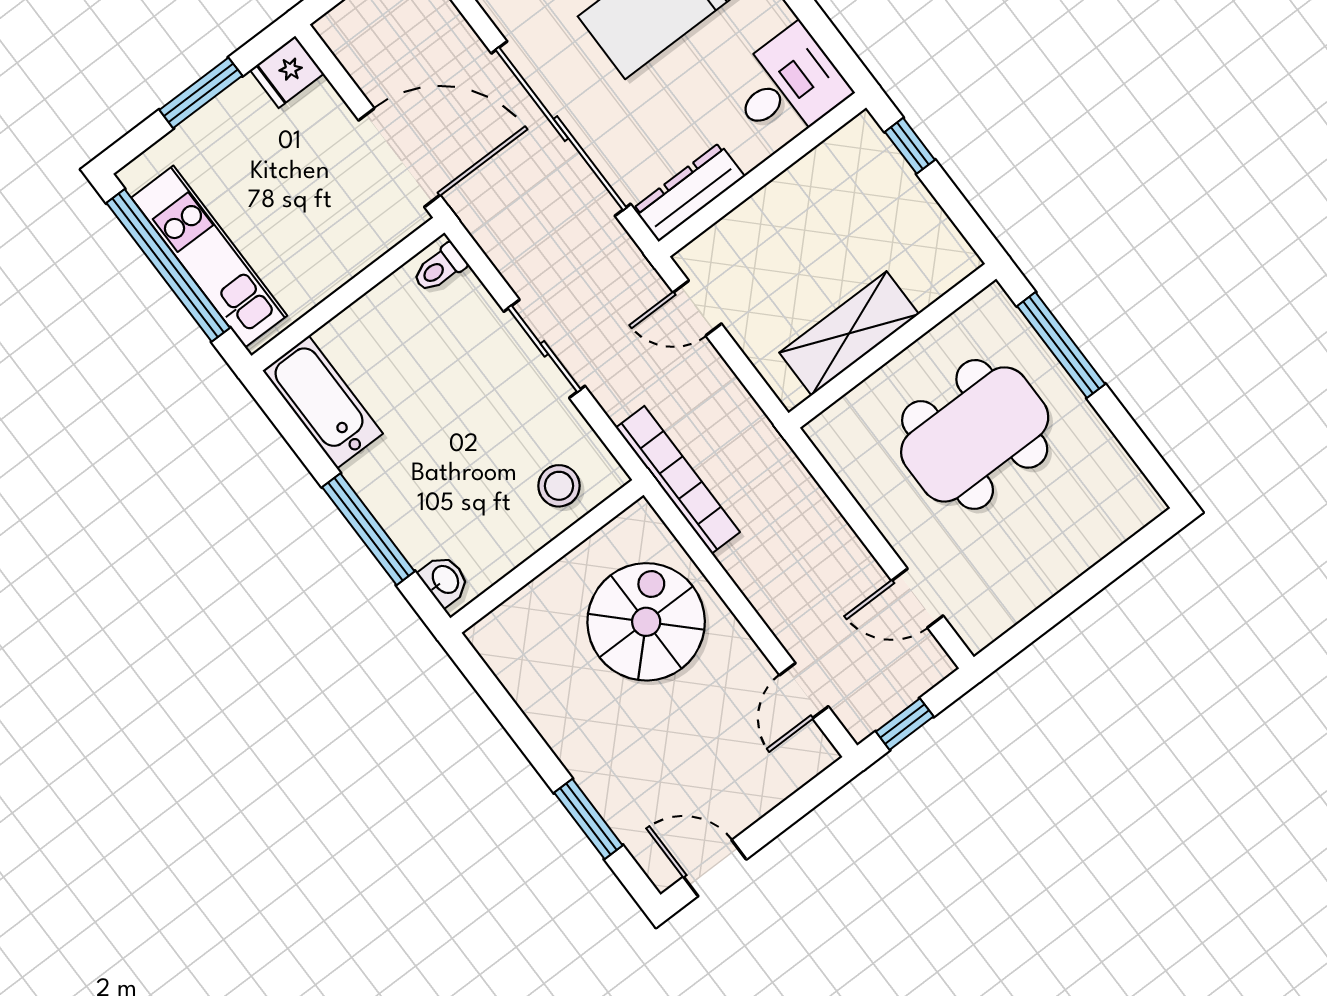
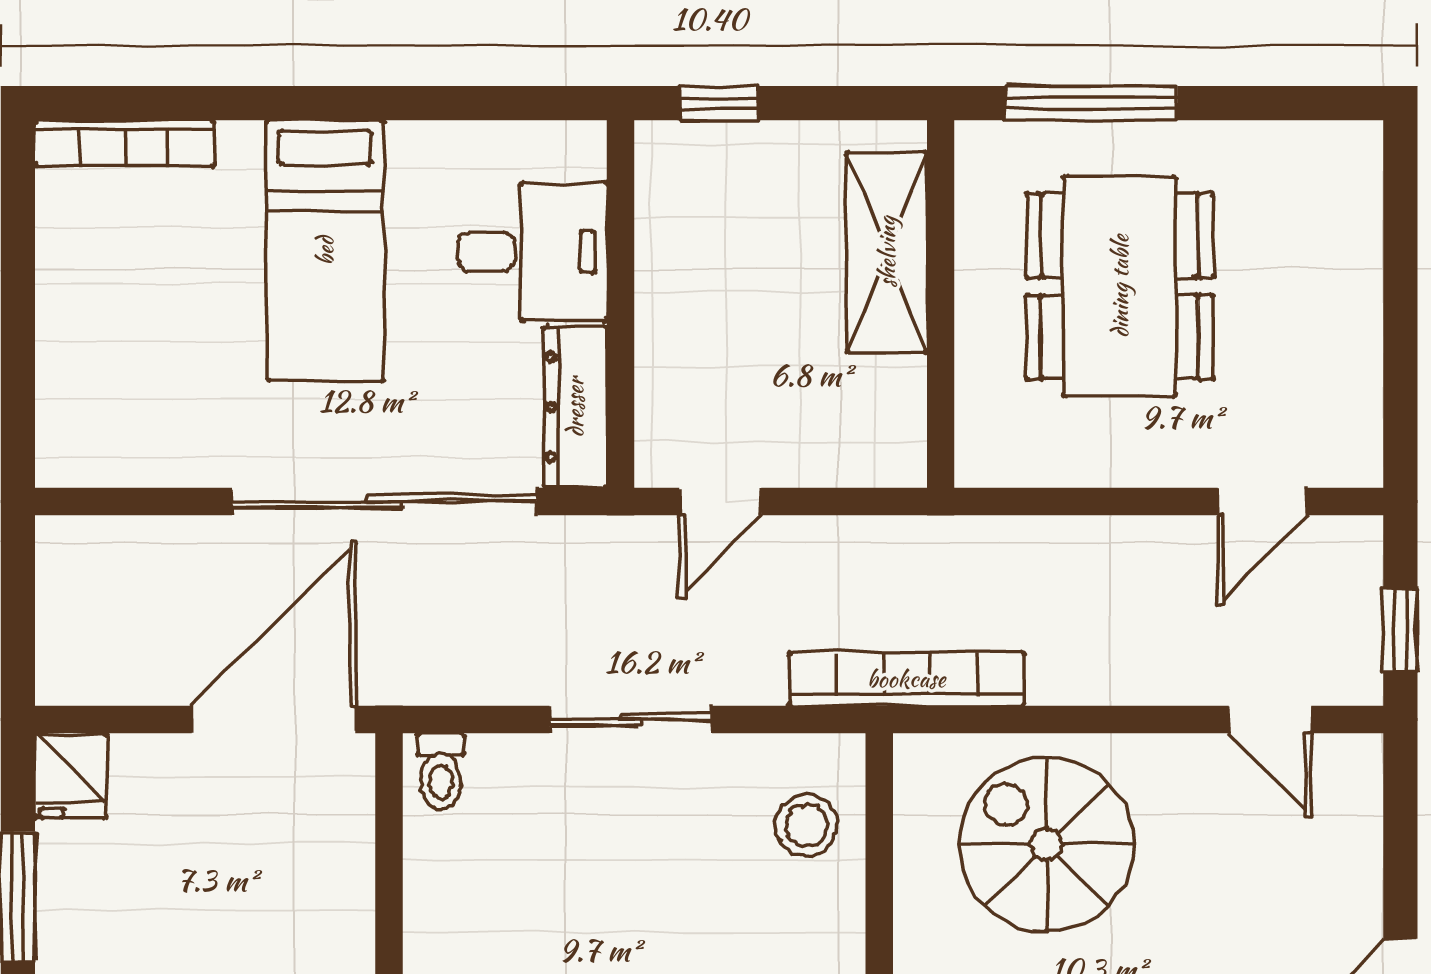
desk: (787, 86) -> (533, 252), moved, turned 90
shelving: (849, 333) -> (887, 252), moved

